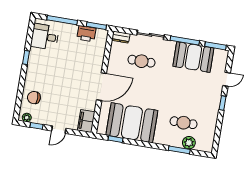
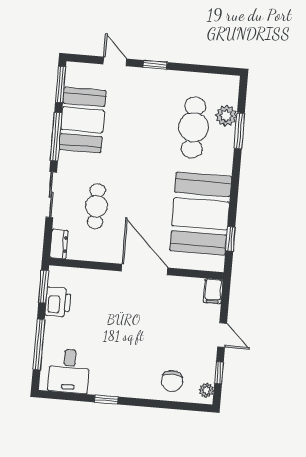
filing cabinet: (86, 121) -> (213, 291), width x0.50
cafe table: (184, 123) -> (193, 127), width x1.37, depth x1.35

